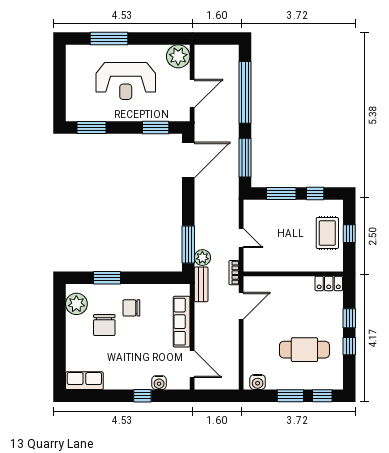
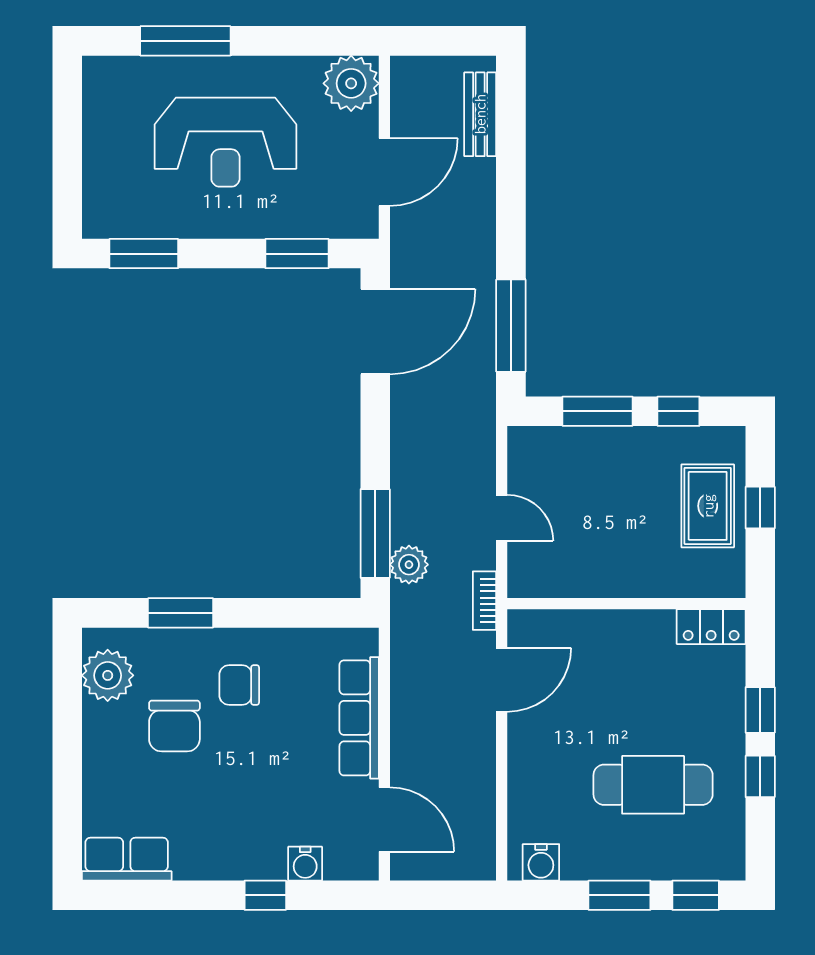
window: (245, 92) -> (511, 170), removed
bench: (201, 284) -> (480, 114), moved

